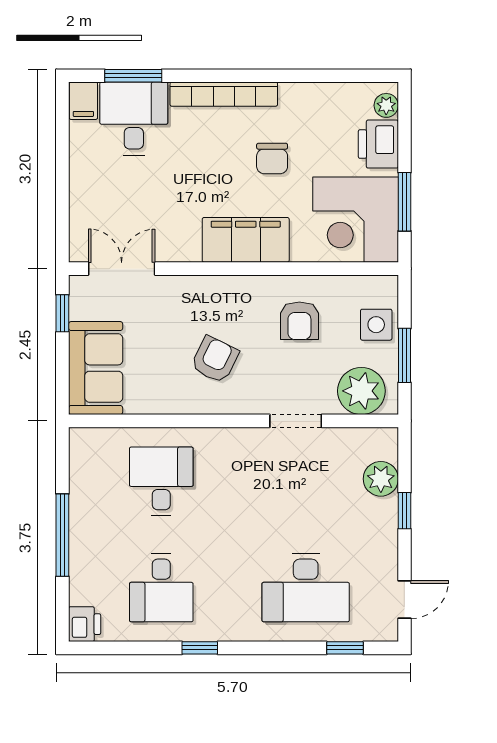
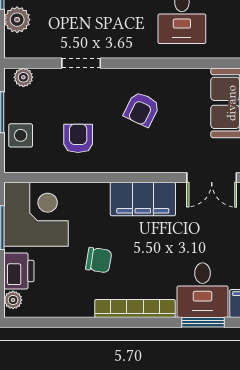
chair: (272, 159) -> (99, 260), turned 99
filing cabinet: (246, 240) -> (143, 199), moved
plant: (361, 391) -> (23, 77), width x0.53, depth x0.53

